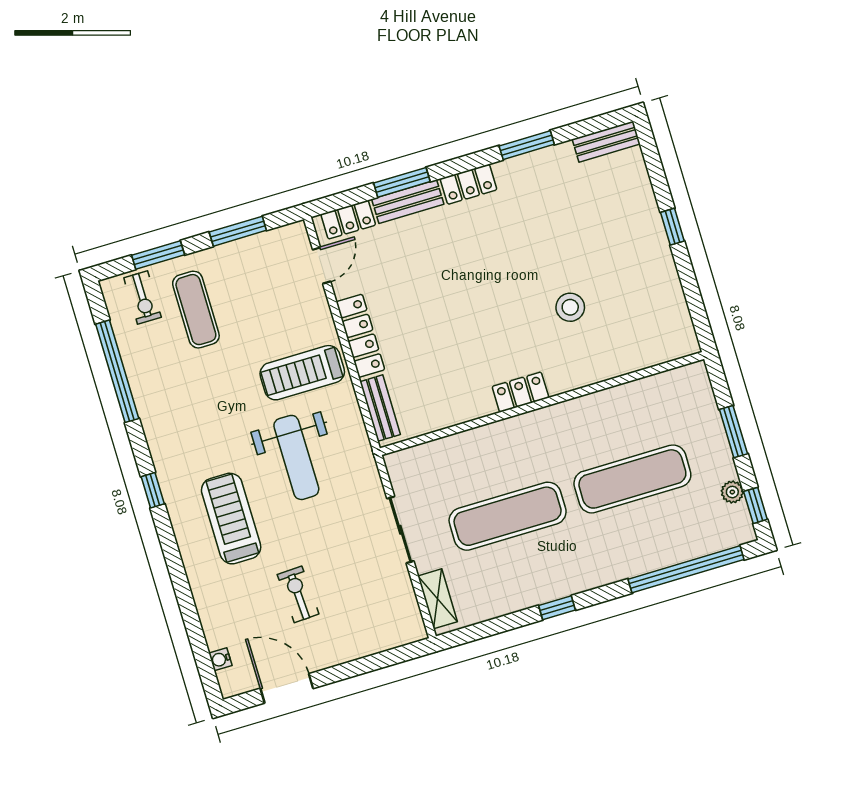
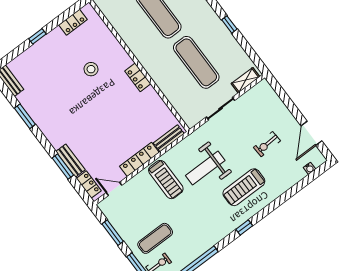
locker: (468, 184) -> (73, 22), moved, turned 90
weight bench: (296, 457) -> (205, 168), turned 180

